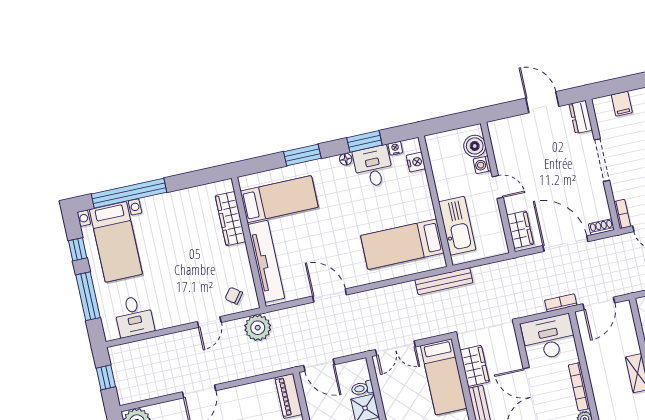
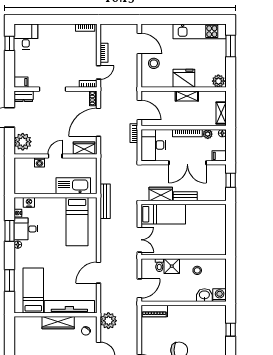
filing cabinet: (622, 104) -> (21, 82), moved
plant: (509, 131) -> (23, 142), added
boiler: (475, 146) -> (27, 164), removed
window: (302, 155) -> (10, 281), moved
wardrobe: (230, 219) -> (58, 323), moved

